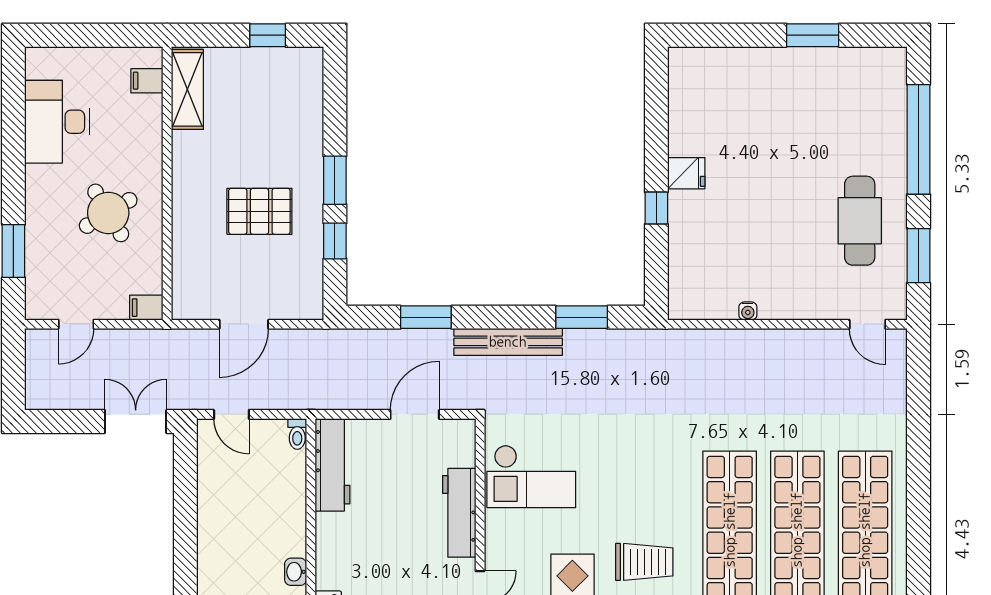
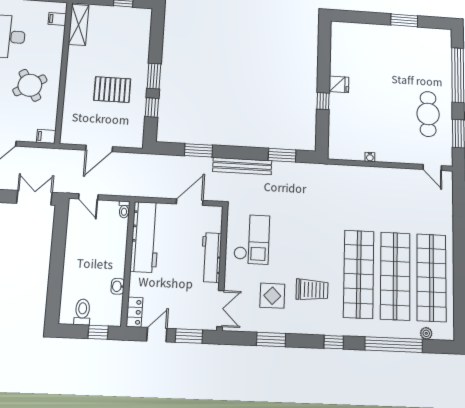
workbench: (333, 465) -> (145, 237), width x1.36, depth x1.32
checkout: (531, 476) -> (252, 239), turned -90

